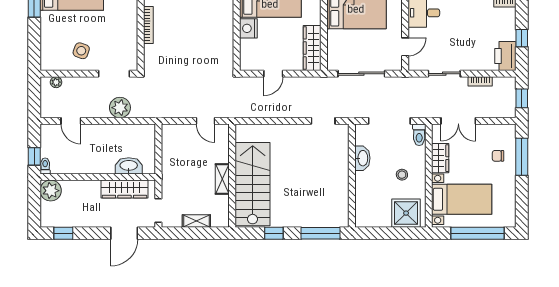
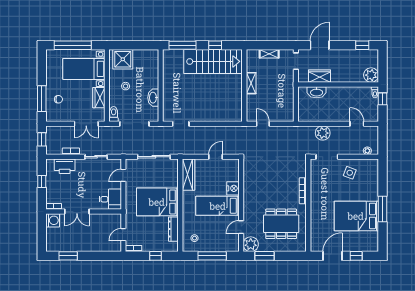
printer: (505, 56) -> (65, 166), moved, turned 90
double door: (458, 121) -> (86, 124), swing flipped
stairs: (253, 184) -> (213, 61), moved, turned -90
wardrobe: (124, 189) -> (320, 76), width x0.67

